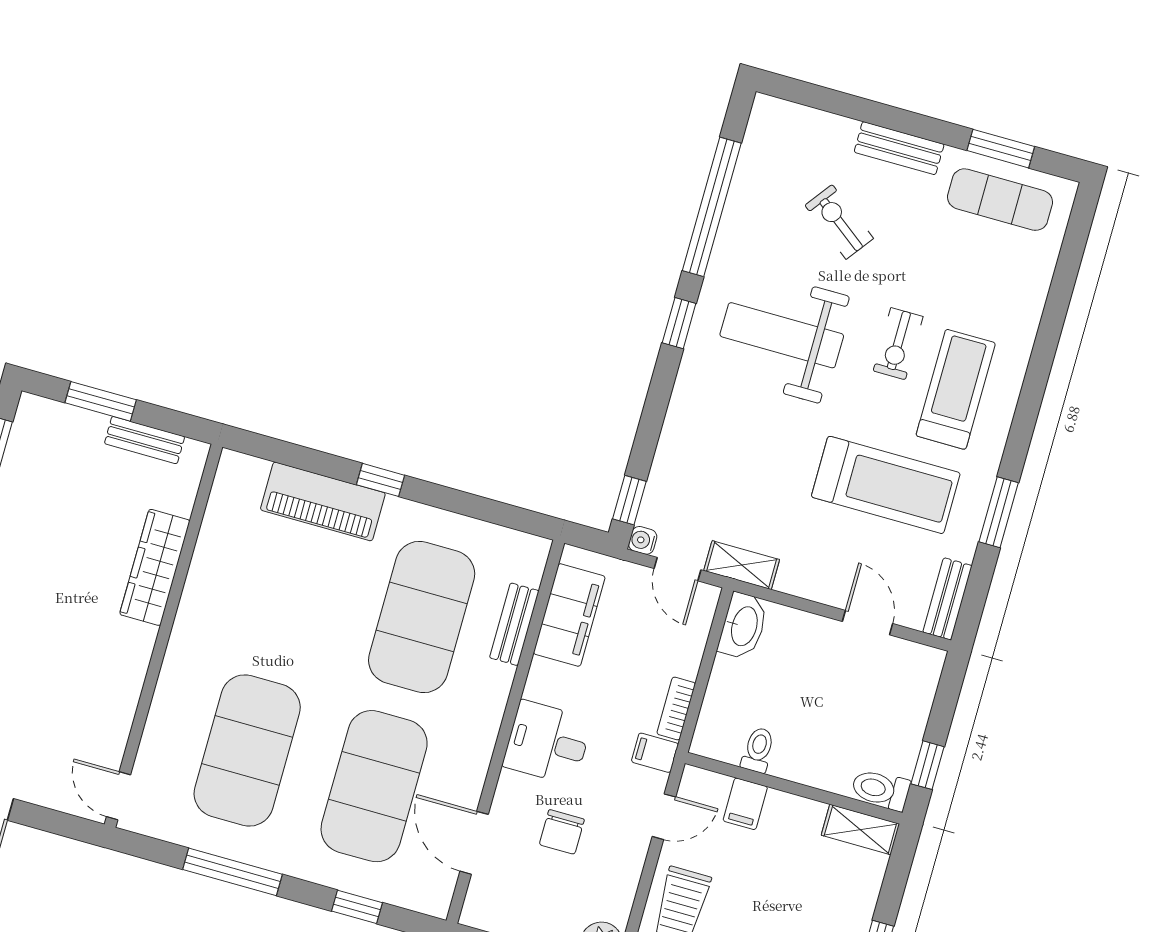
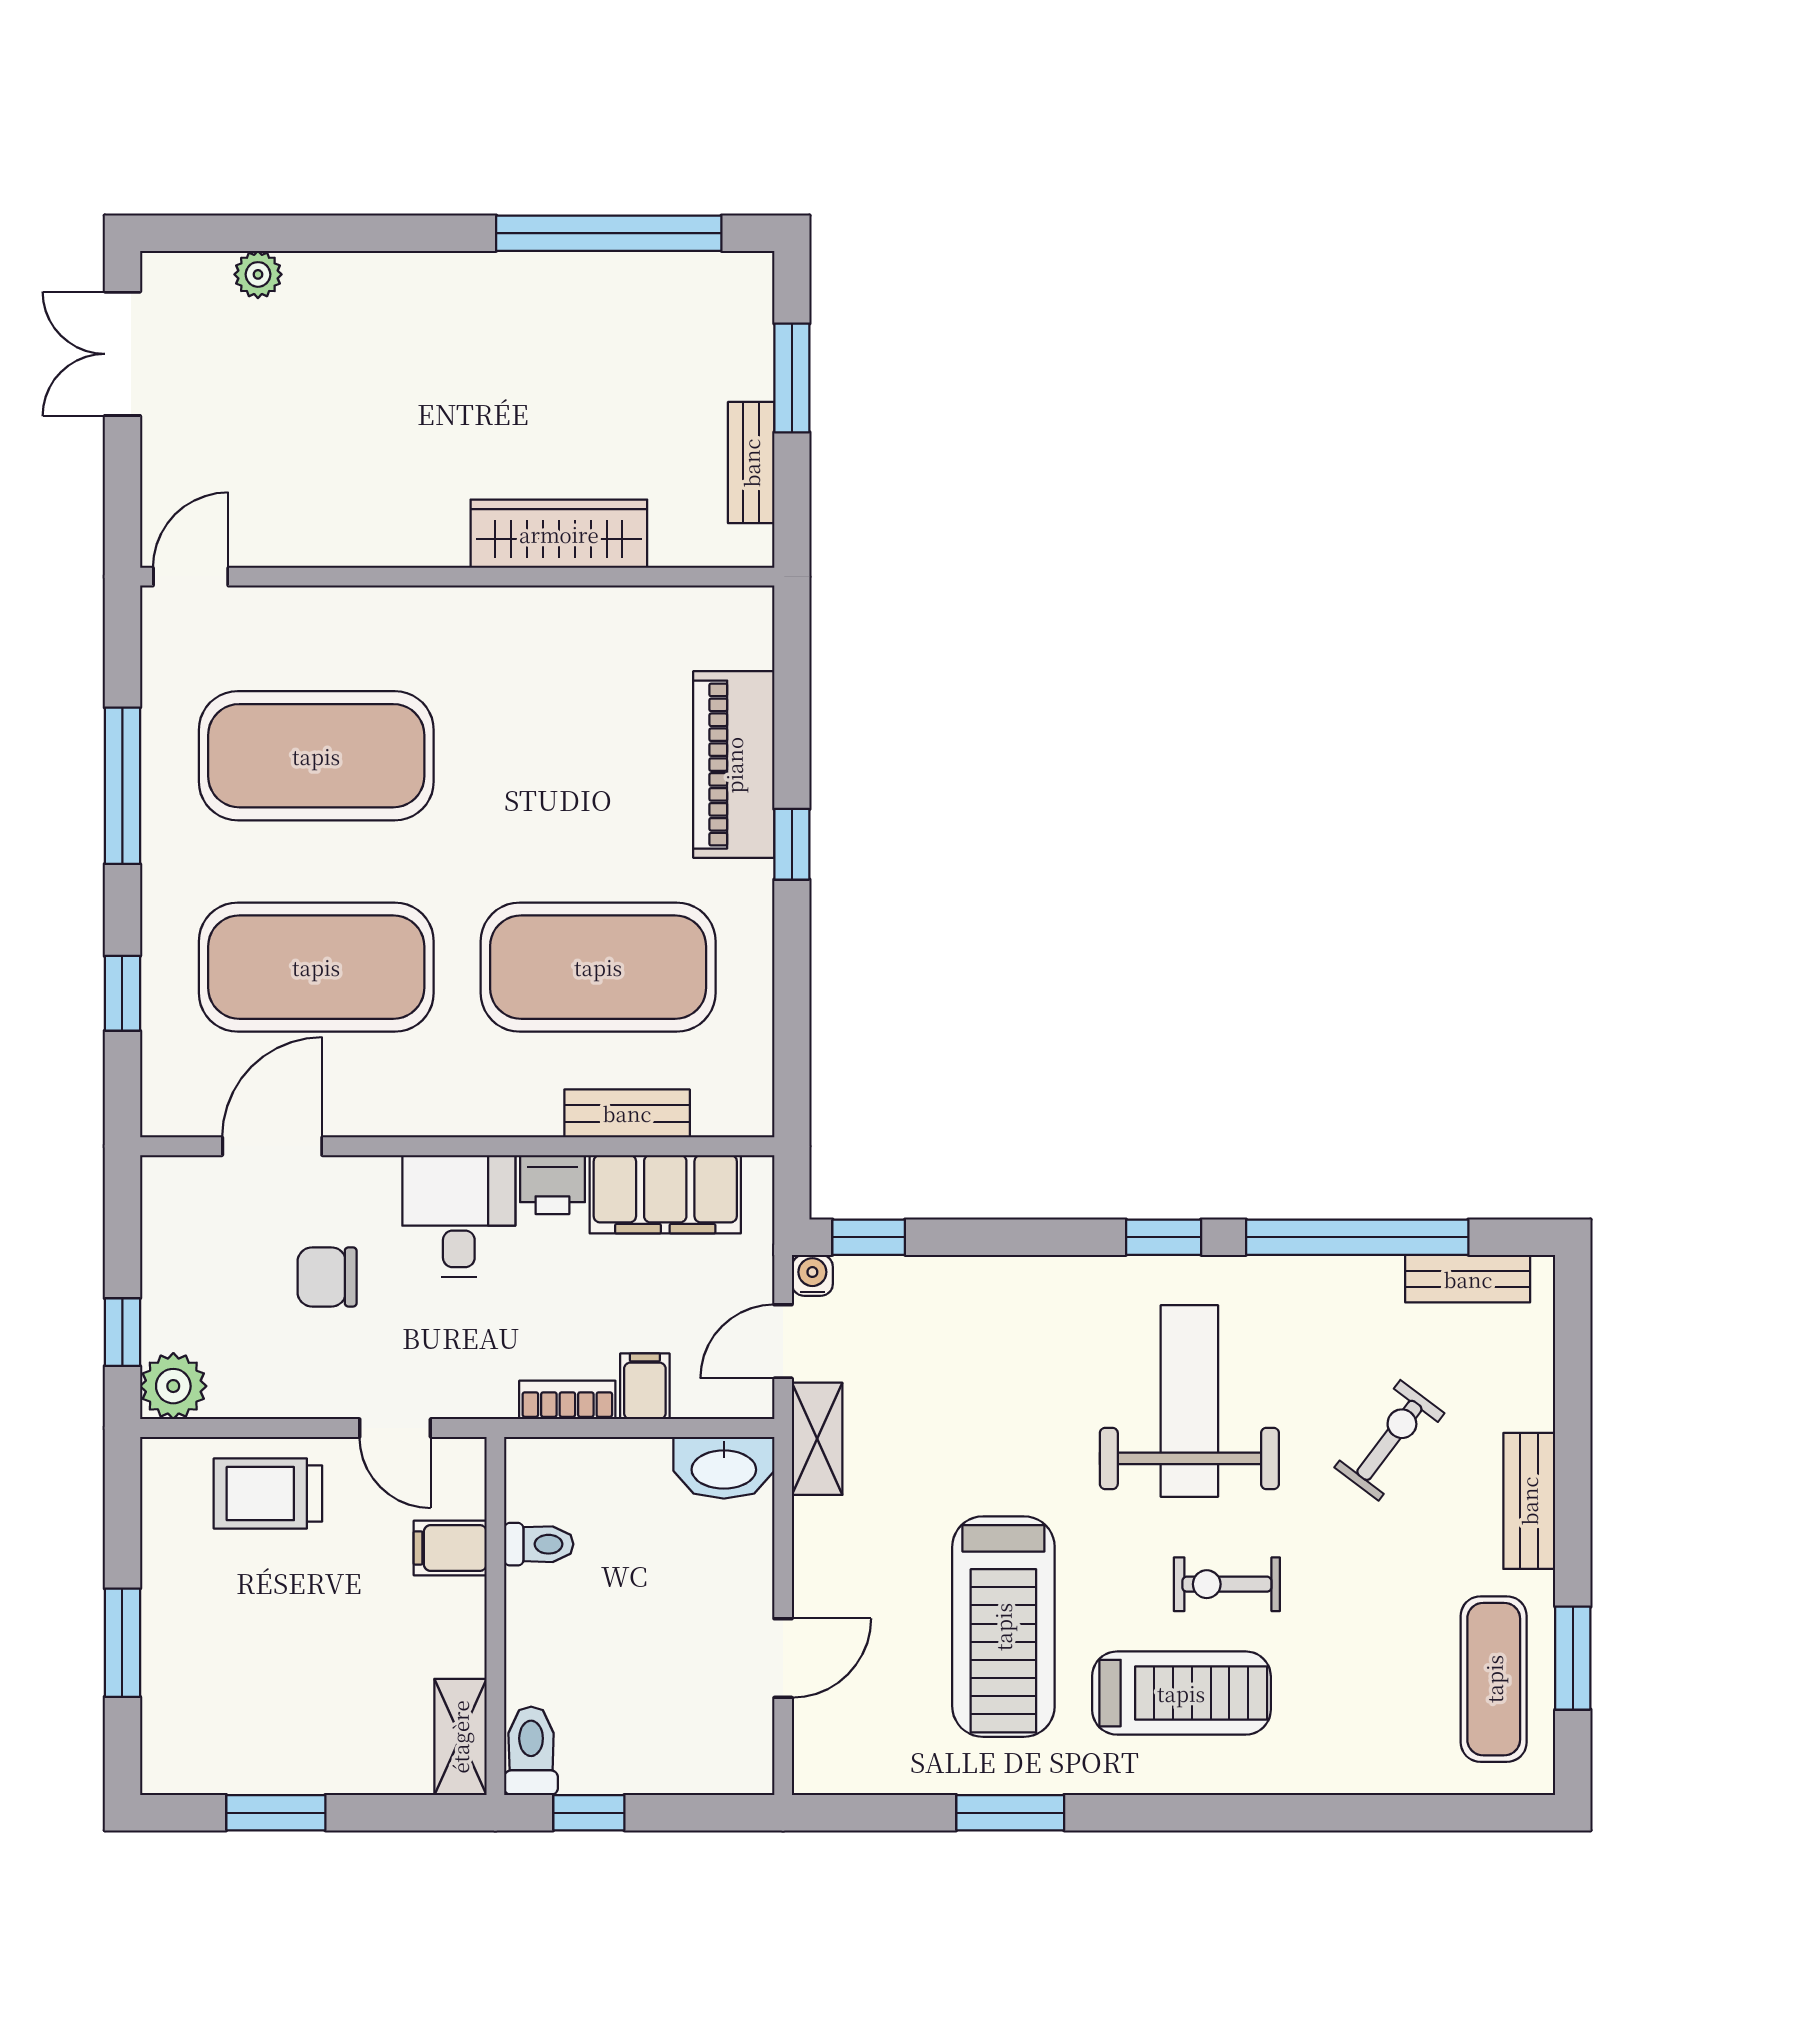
bench: (947, 599) -> (1468, 1279), moved
printer: (544, 681) -> (552, 1185), added
filing cabinet: (655, 753) -> (645, 1386), moved

